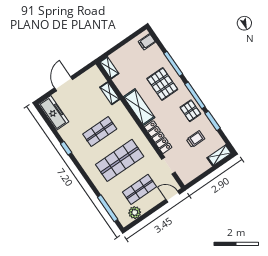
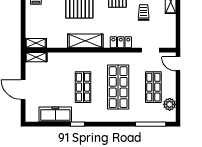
shelving: (110, 93) -> (36, 57), moved
freezer: (54, 113) -> (55, 114), moved
locker: (158, 137) -> (121, 42), width x0.66
door: (173, 197) -> (178, 64), hinge flipped

